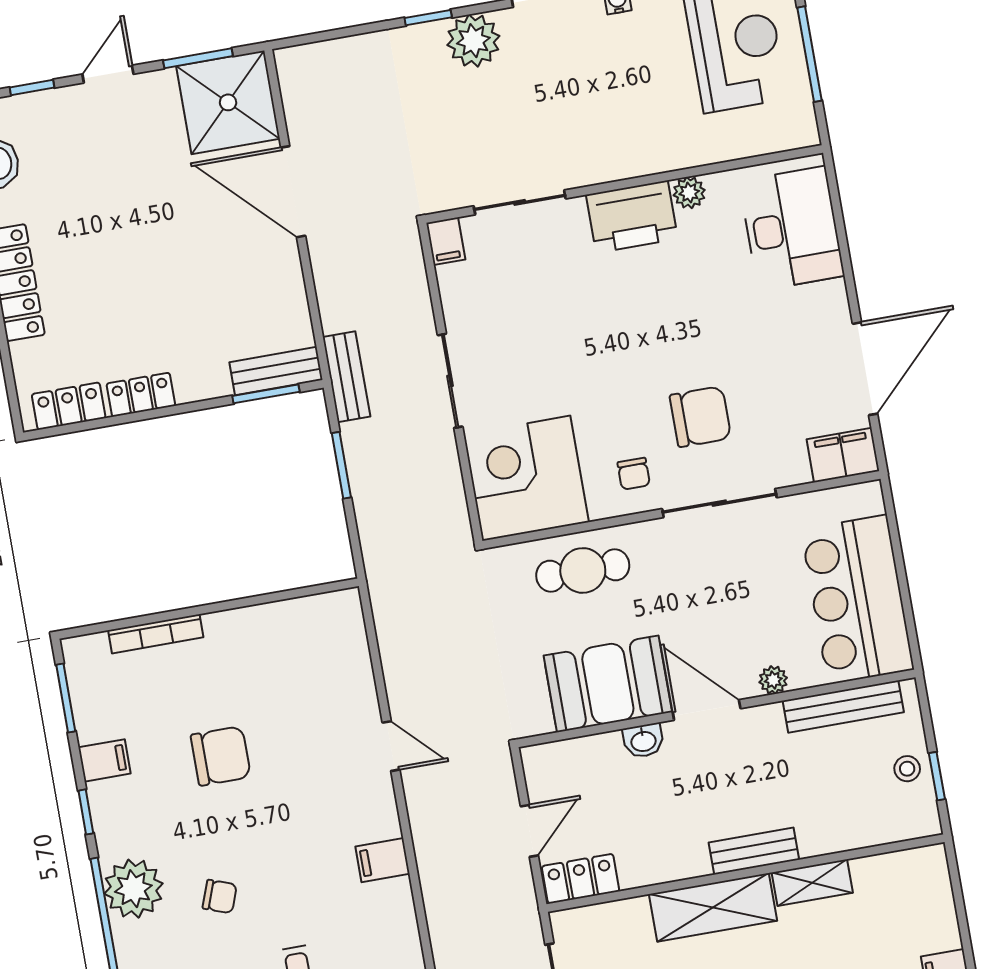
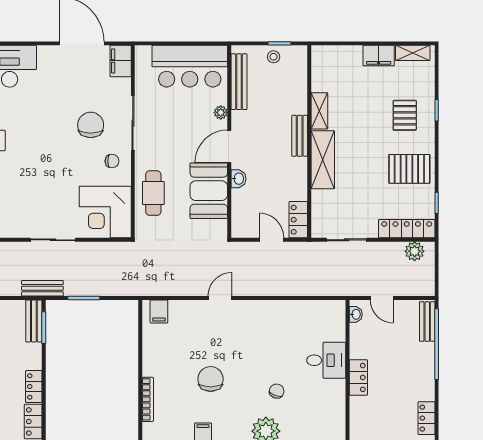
filing cabinet: (382, 860) -> (159, 311), moved

